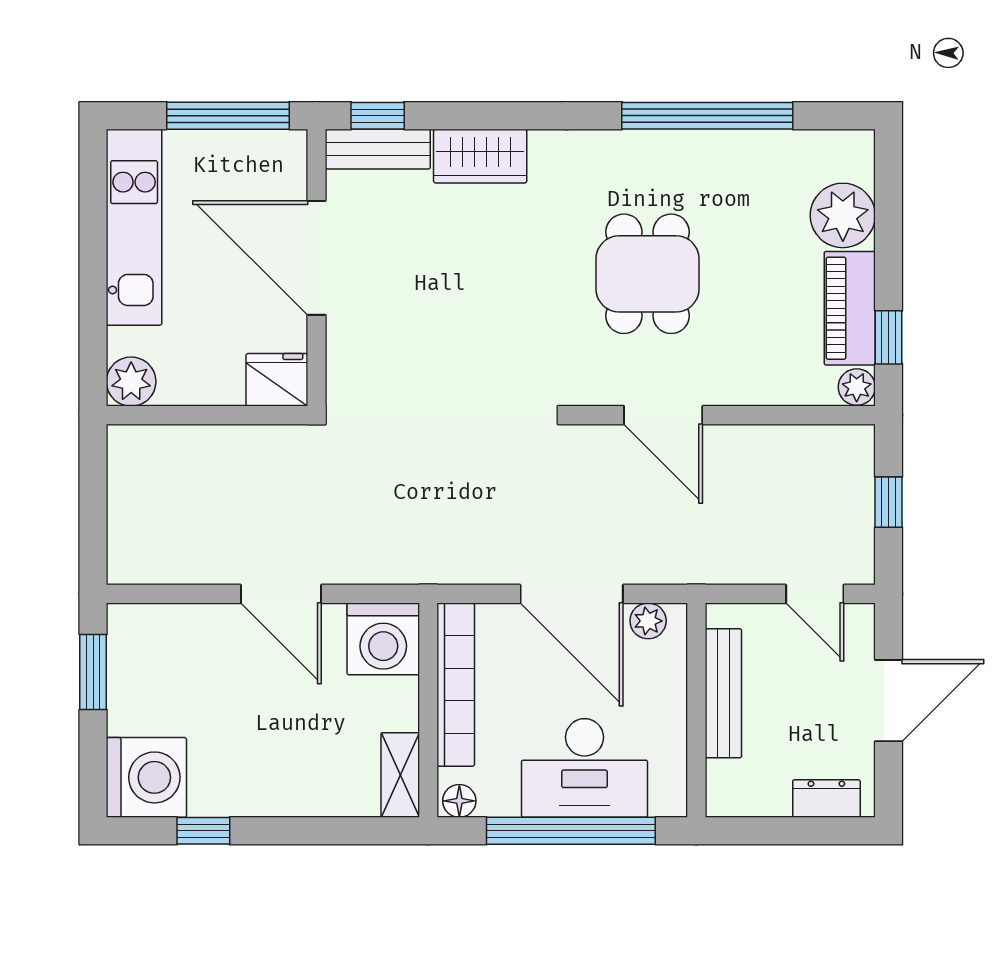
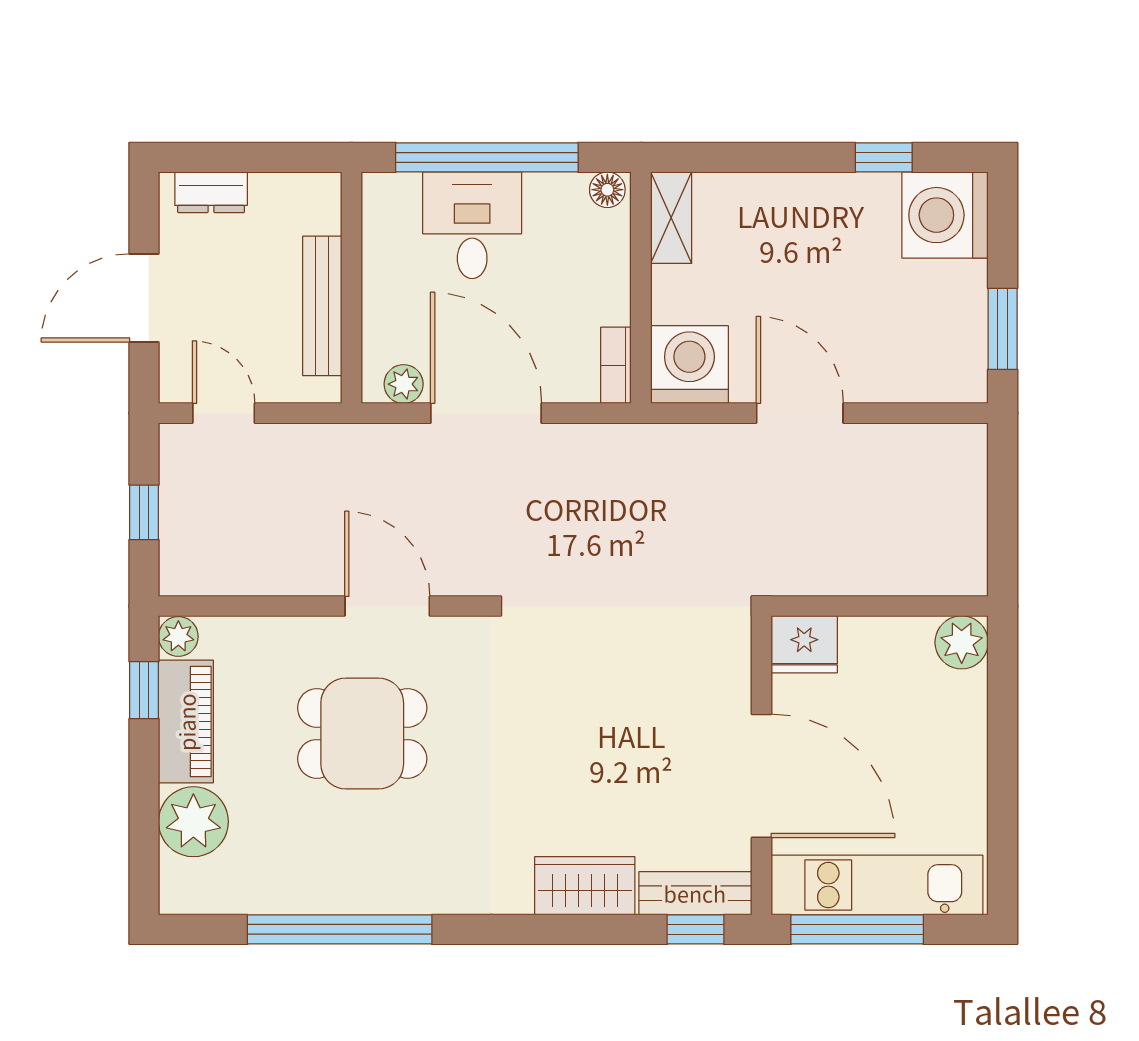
kitchen unit: (134, 227) -> (877, 885), moved, turned 90
dining table: (648, 274) -> (362, 733), moved, turned 90
bookcase: (456, 685) -> (616, 365), width x0.43, depth x0.76
desk: (585, 768) -> (472, 225), width x0.73

